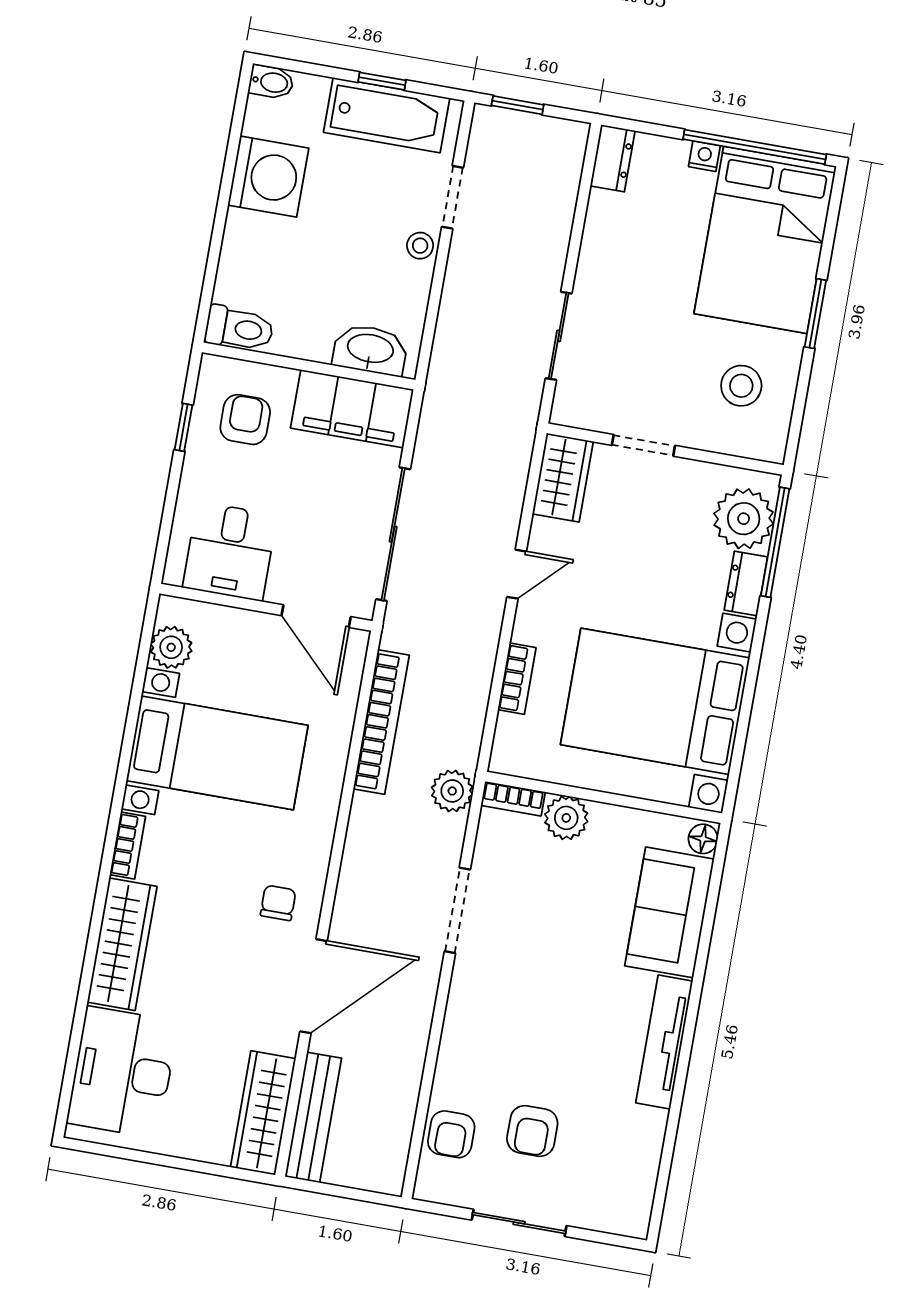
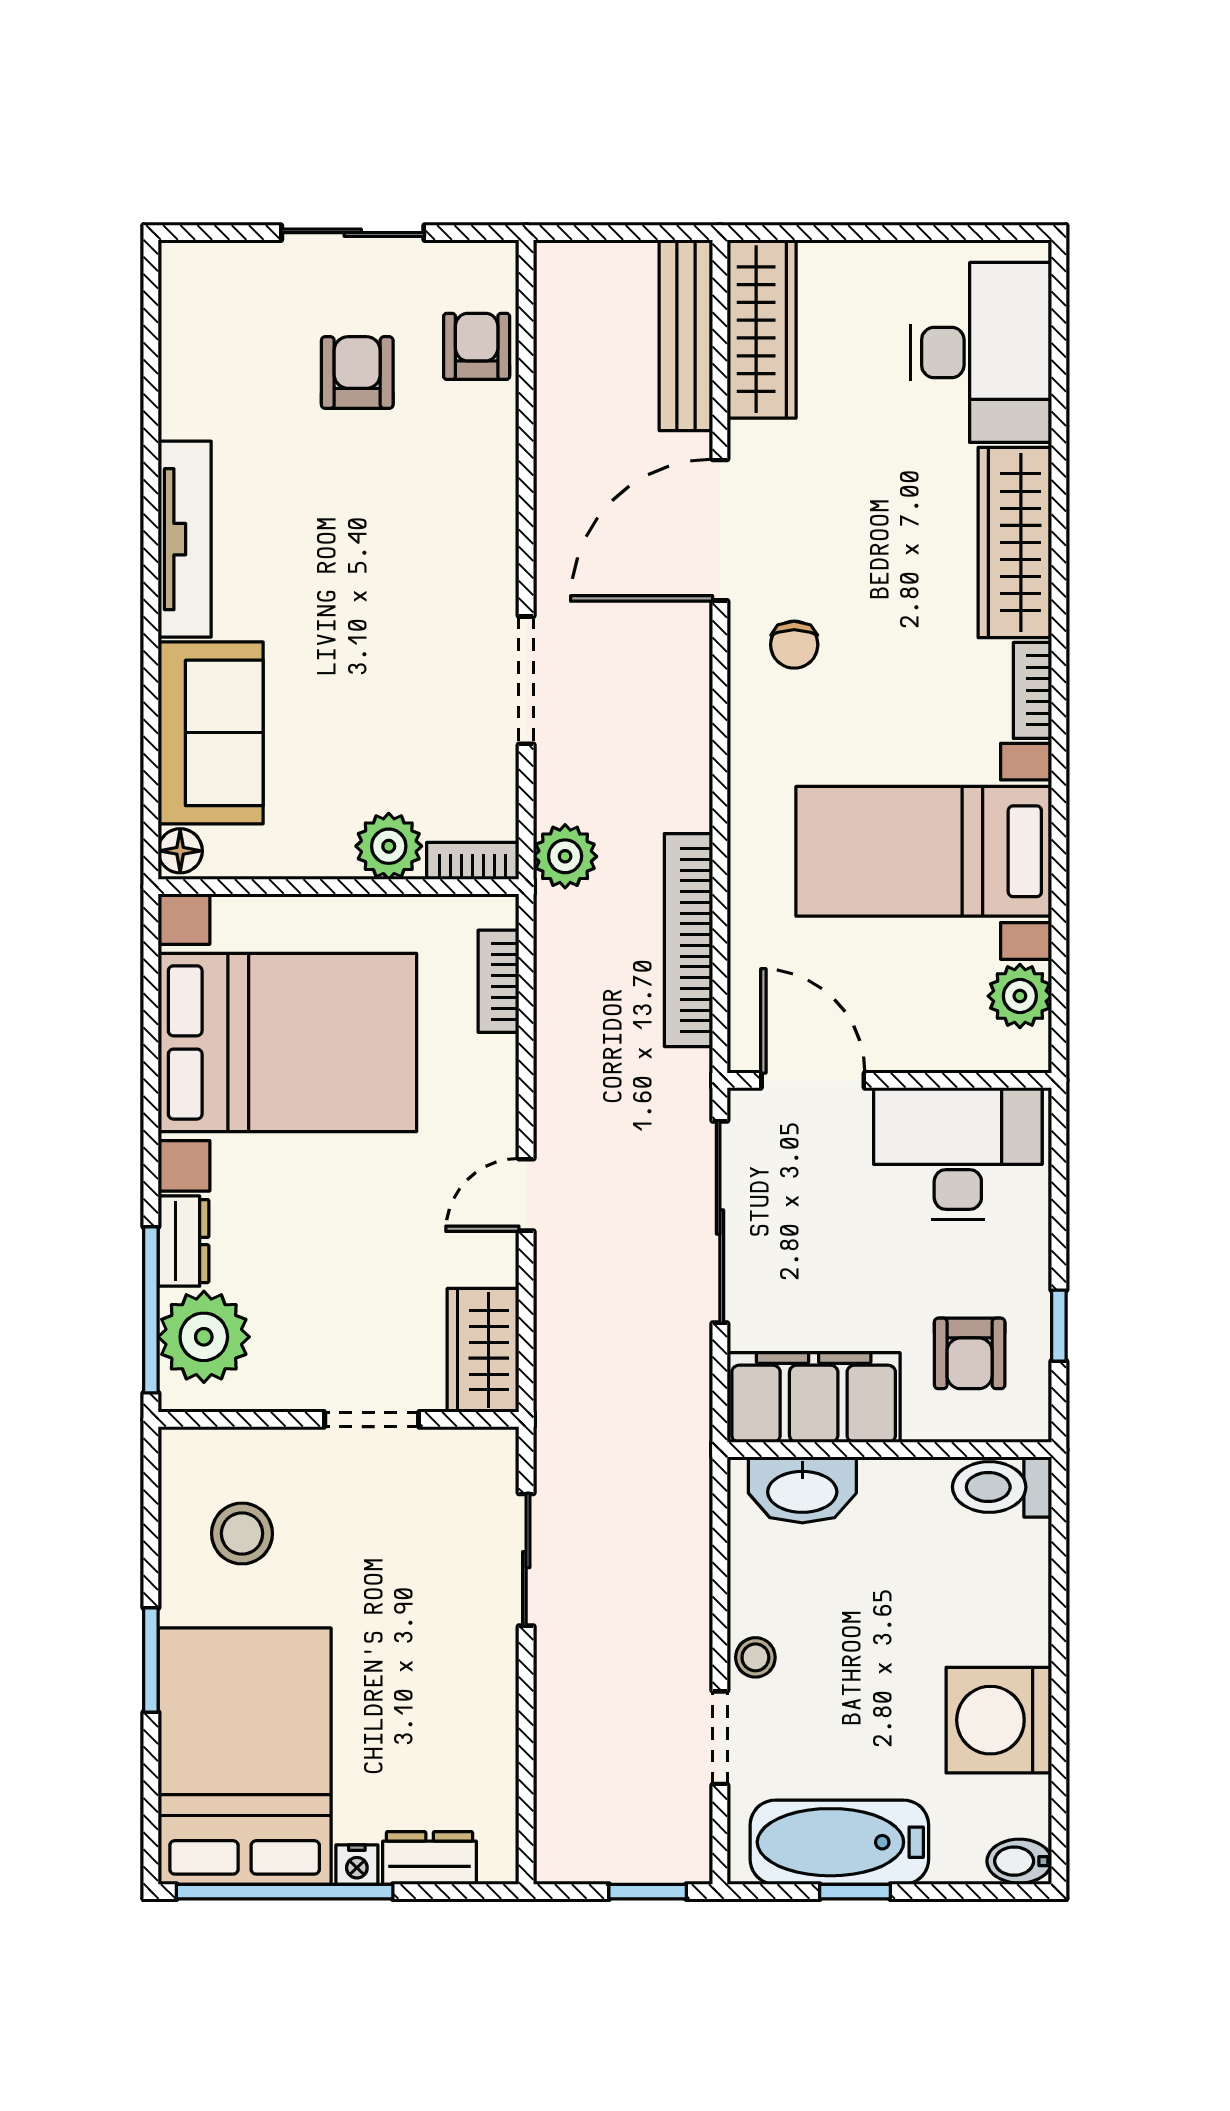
dresser: (613, 158) -> (430, 1858), moved, turned 90
desk: (230, 551) -> (958, 1154), width x1.37
bookcase: (517, 679) -> (498, 981), moved

